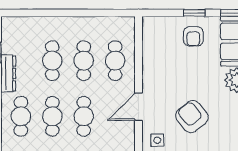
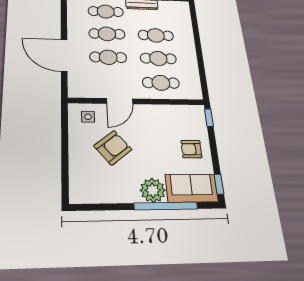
window: (194, 13) -> (209, 118), moved
door: (139, 107) -> (120, 101), swing flipped

